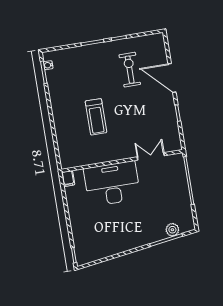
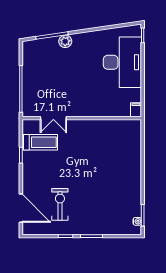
exercise bike: (130, 70) -> (60, 204), turned 180
door: (172, 78) -> (21, 208), moved
treadmill: (96, 117) -> (41, 142), moved, turned 90
desk: (112, 184) -> (122, 62), moved, turned -90
plant: (172, 230) -> (65, 41), moved

